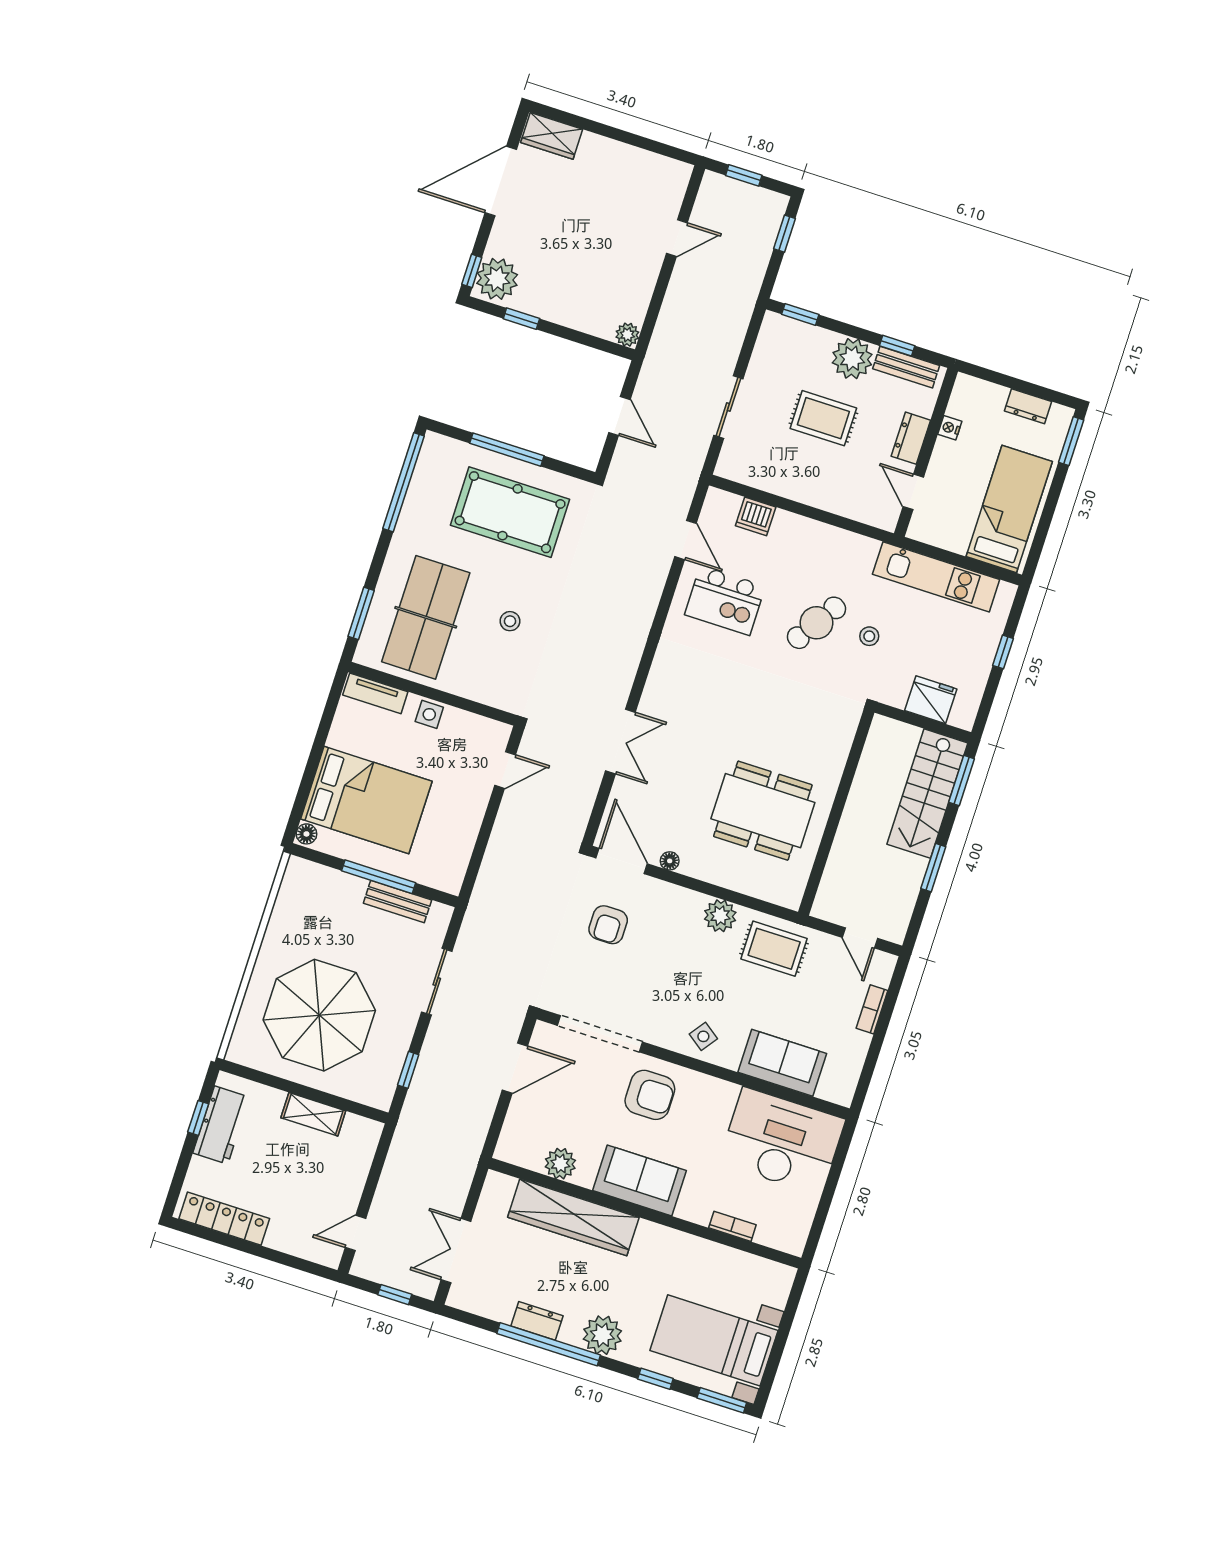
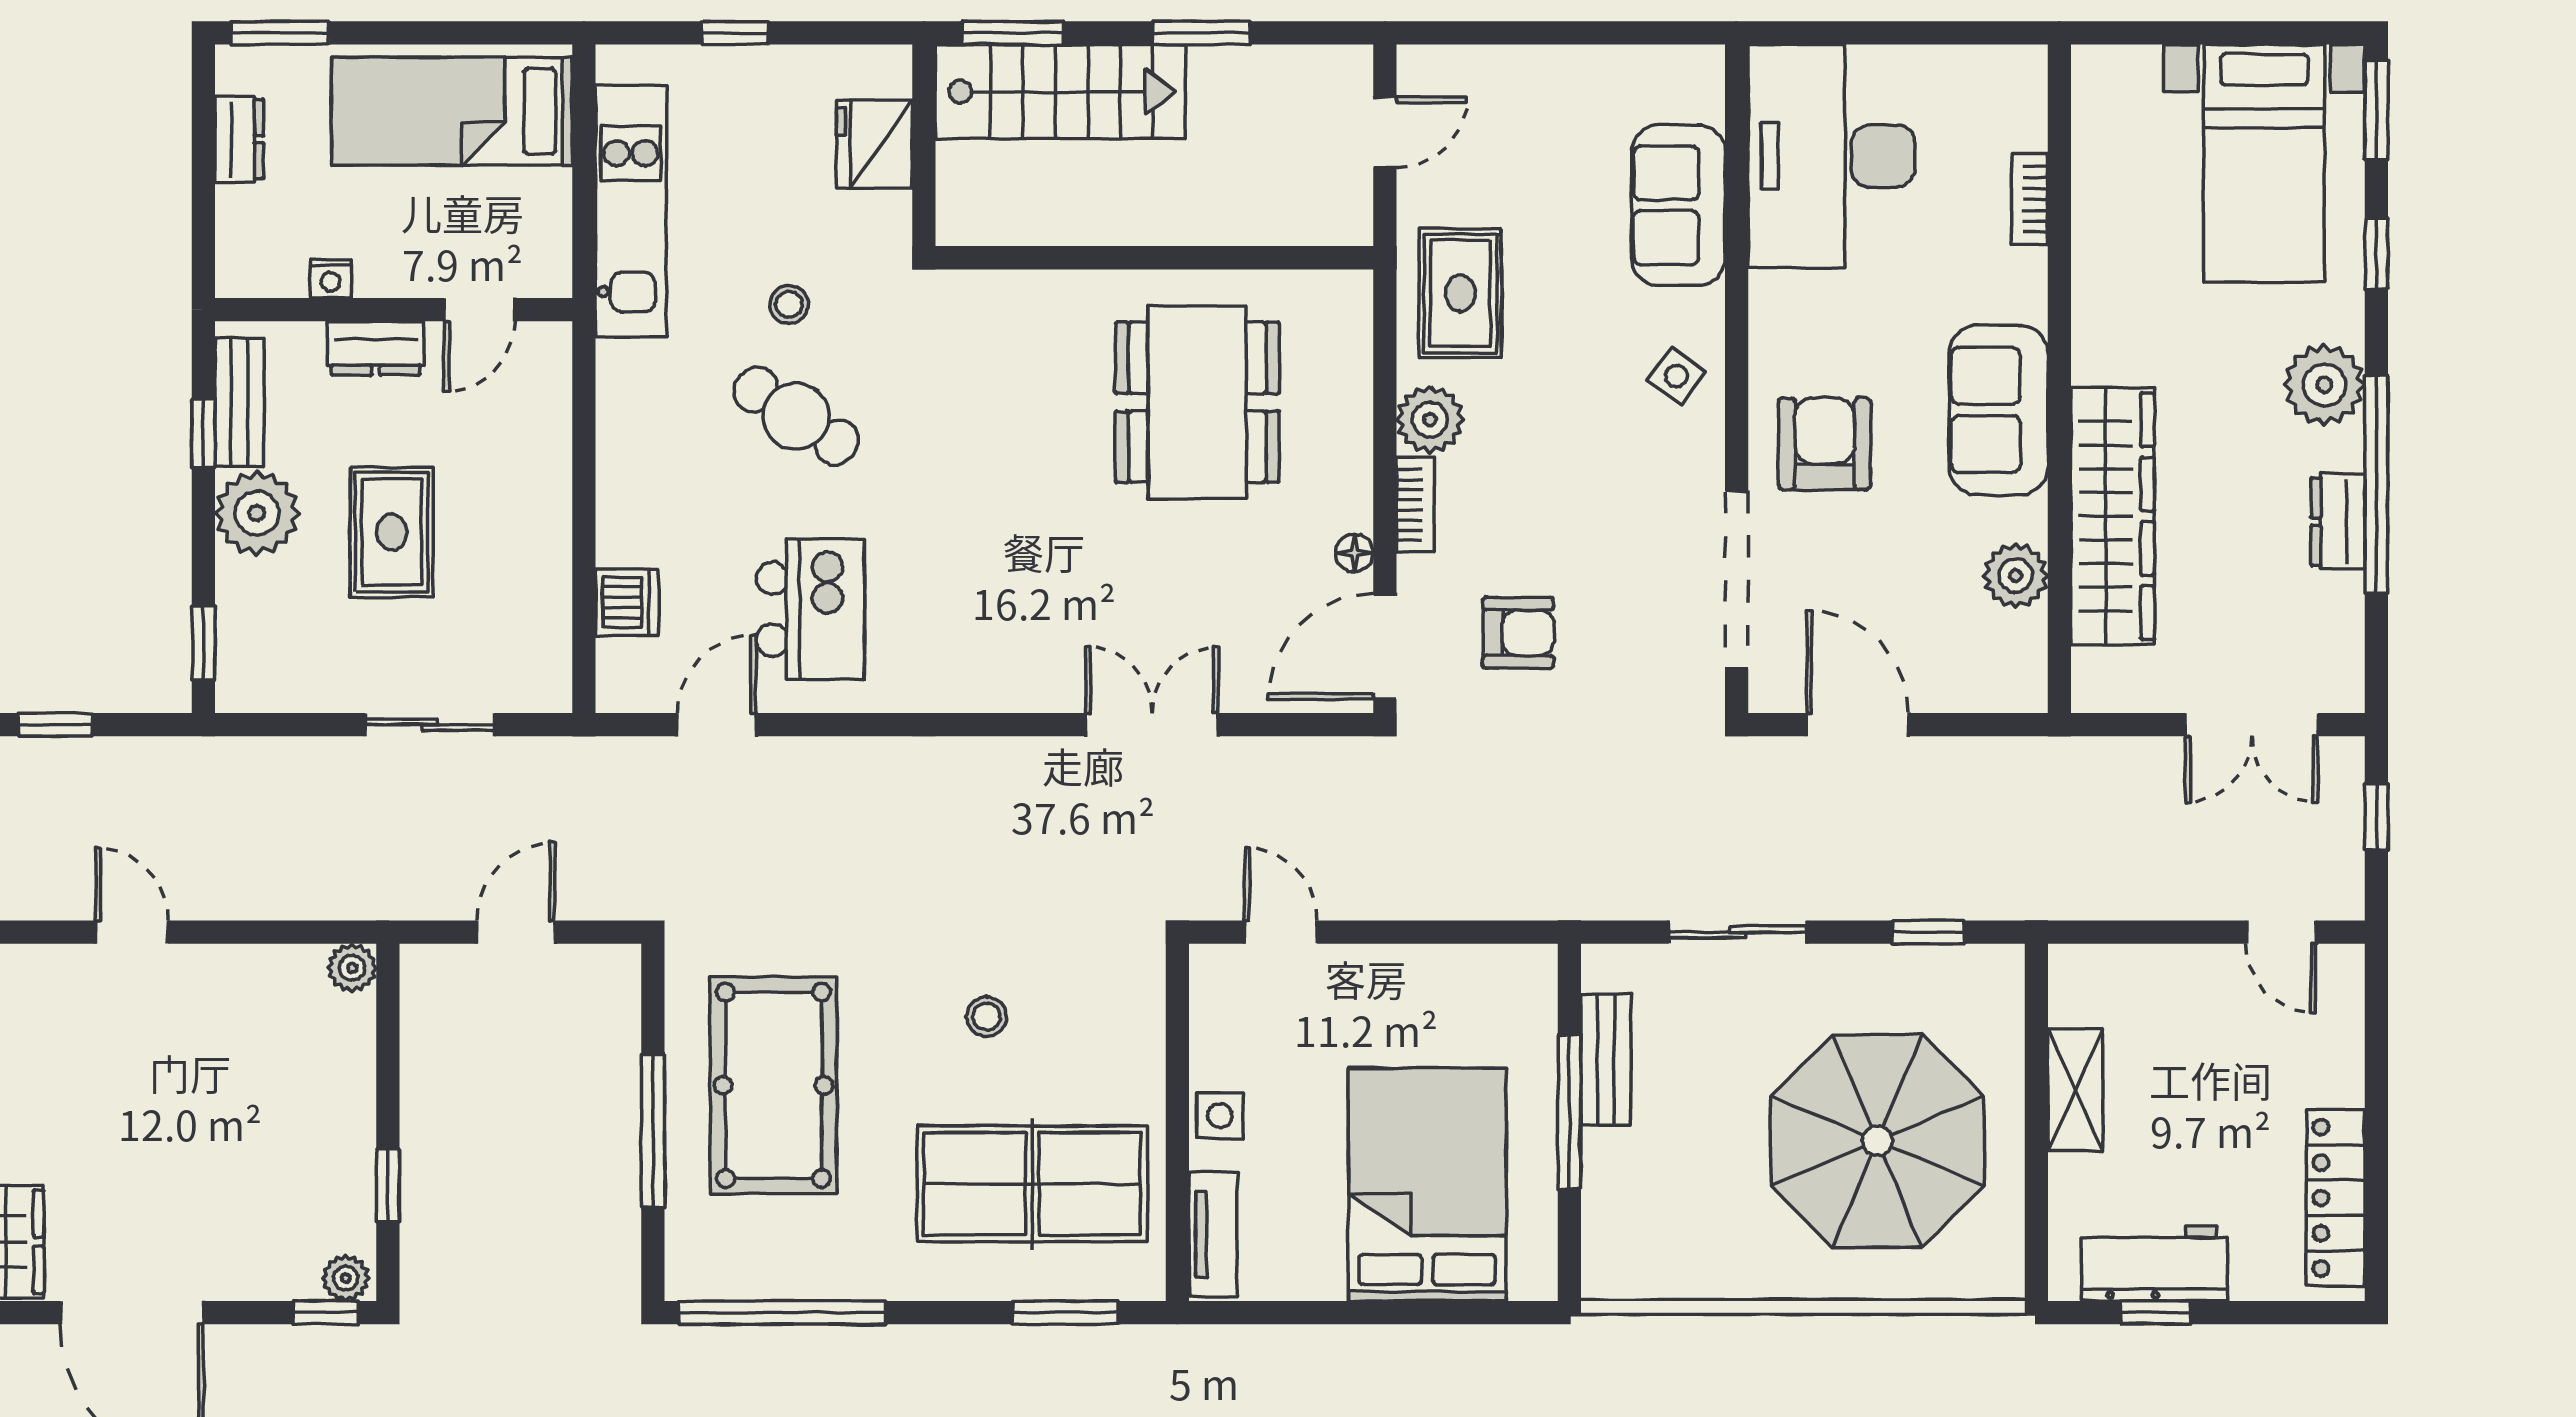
plant: (497, 279) -> (346, 1278), width x0.53, depth x0.53
floor lamp: (306, 834) -> (1531, 1280), removed
bookcase: (872, 1009) -> (1415, 505), moved, turned -90

